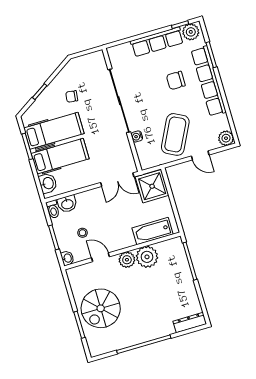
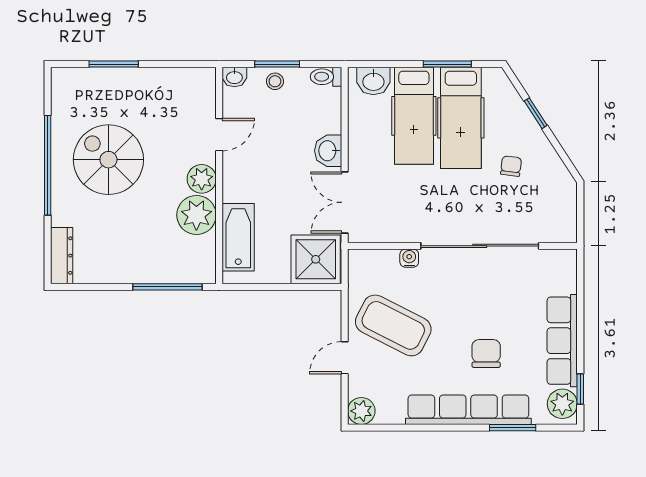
washbasin: (67, 204) -> (328, 151), moved
stool: (82, 233) -> (275, 81), moved
spiral stairs: (101, 308) -> (108, 160), moved

